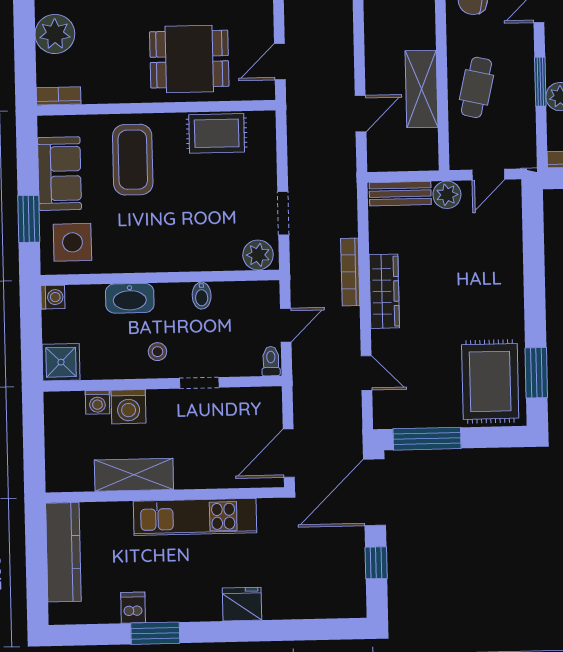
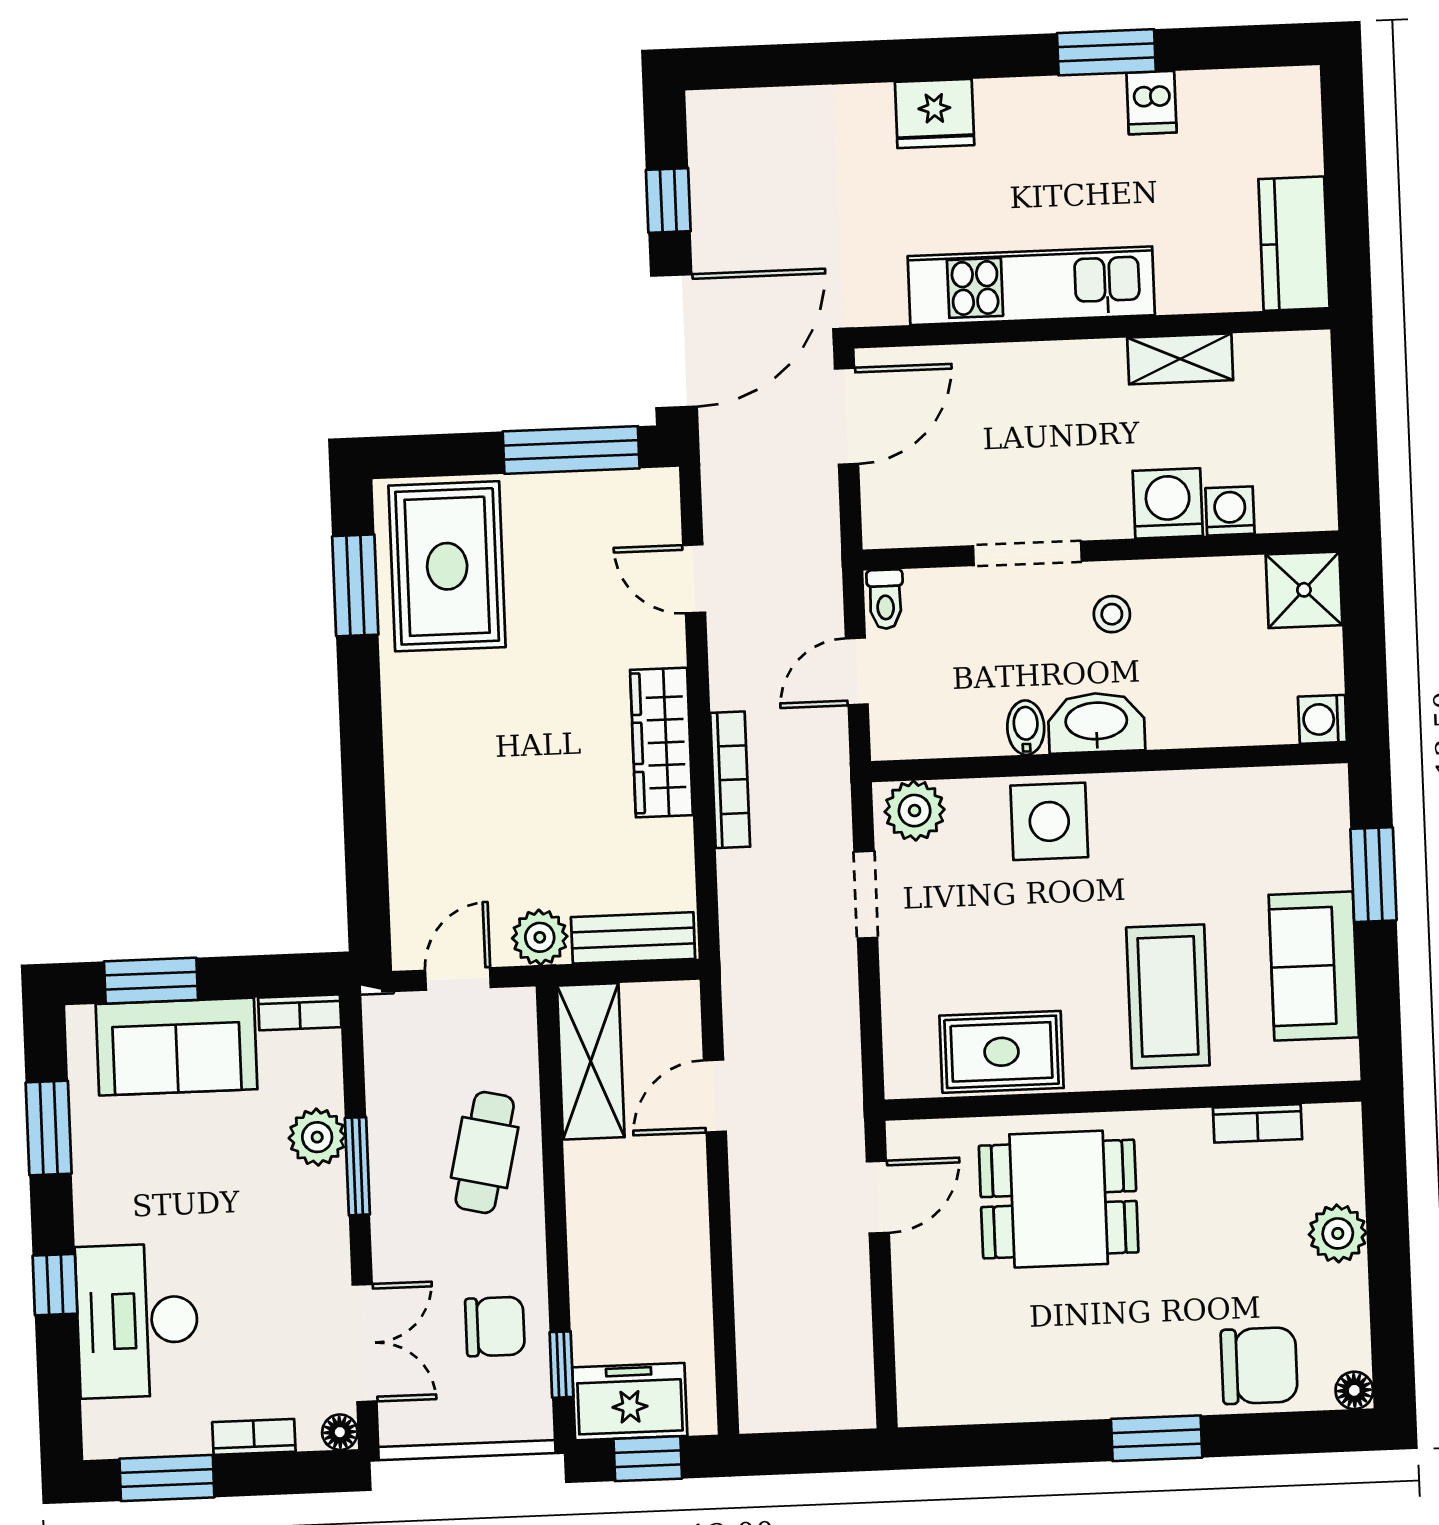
plant: (55, 34) -> (1338, 1233), width x0.73, depth x0.73
shelving: (422, 89) -> (591, 1061), moved
bookcase: (59, 96) -> (1257, 1123), moved
side table: (72, 242) -> (1049, 821), moved
washbasin: (130, 298) -> (1096, 723), moved
doorway: (199, 383) -> (1027, 553), width x1.38
shelving: (134, 475) -> (1180, 359), width x0.67, depth x0.75
kitchen counter: (63, 552) -> (1294, 244), width x0.67

